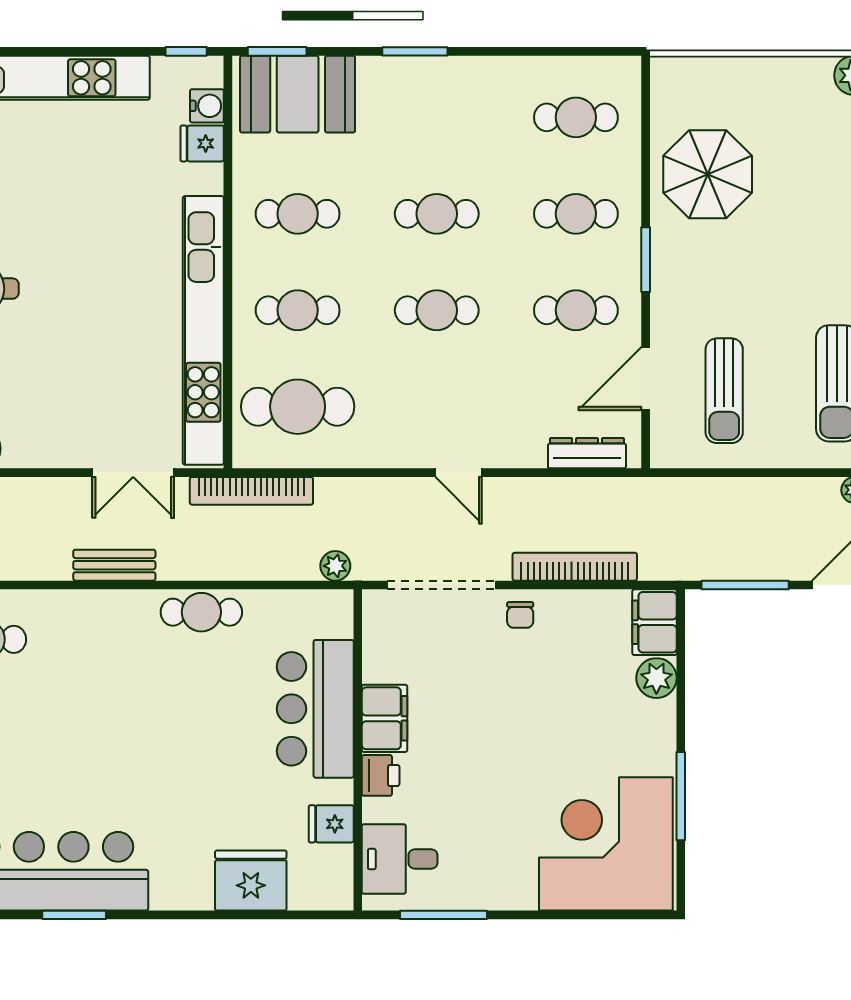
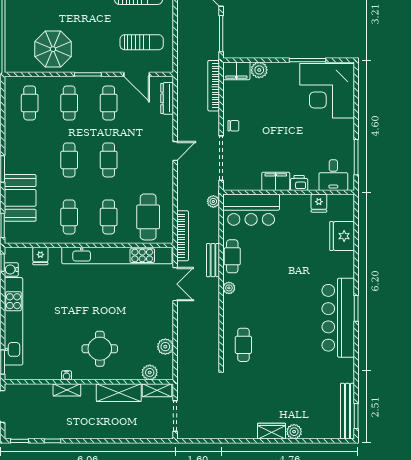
booth: (298, 94) -> (20, 198), moved
water cooler: (207, 106) -> (11, 269), moved, turned -90
bench: (114, 565) -> (213, 260), moved
bookcase: (575, 567) -> (214, 86), moved
plant: (124, 604) -> (229, 288), added
bar counter: (315, 709) -> (251, 210), moved

